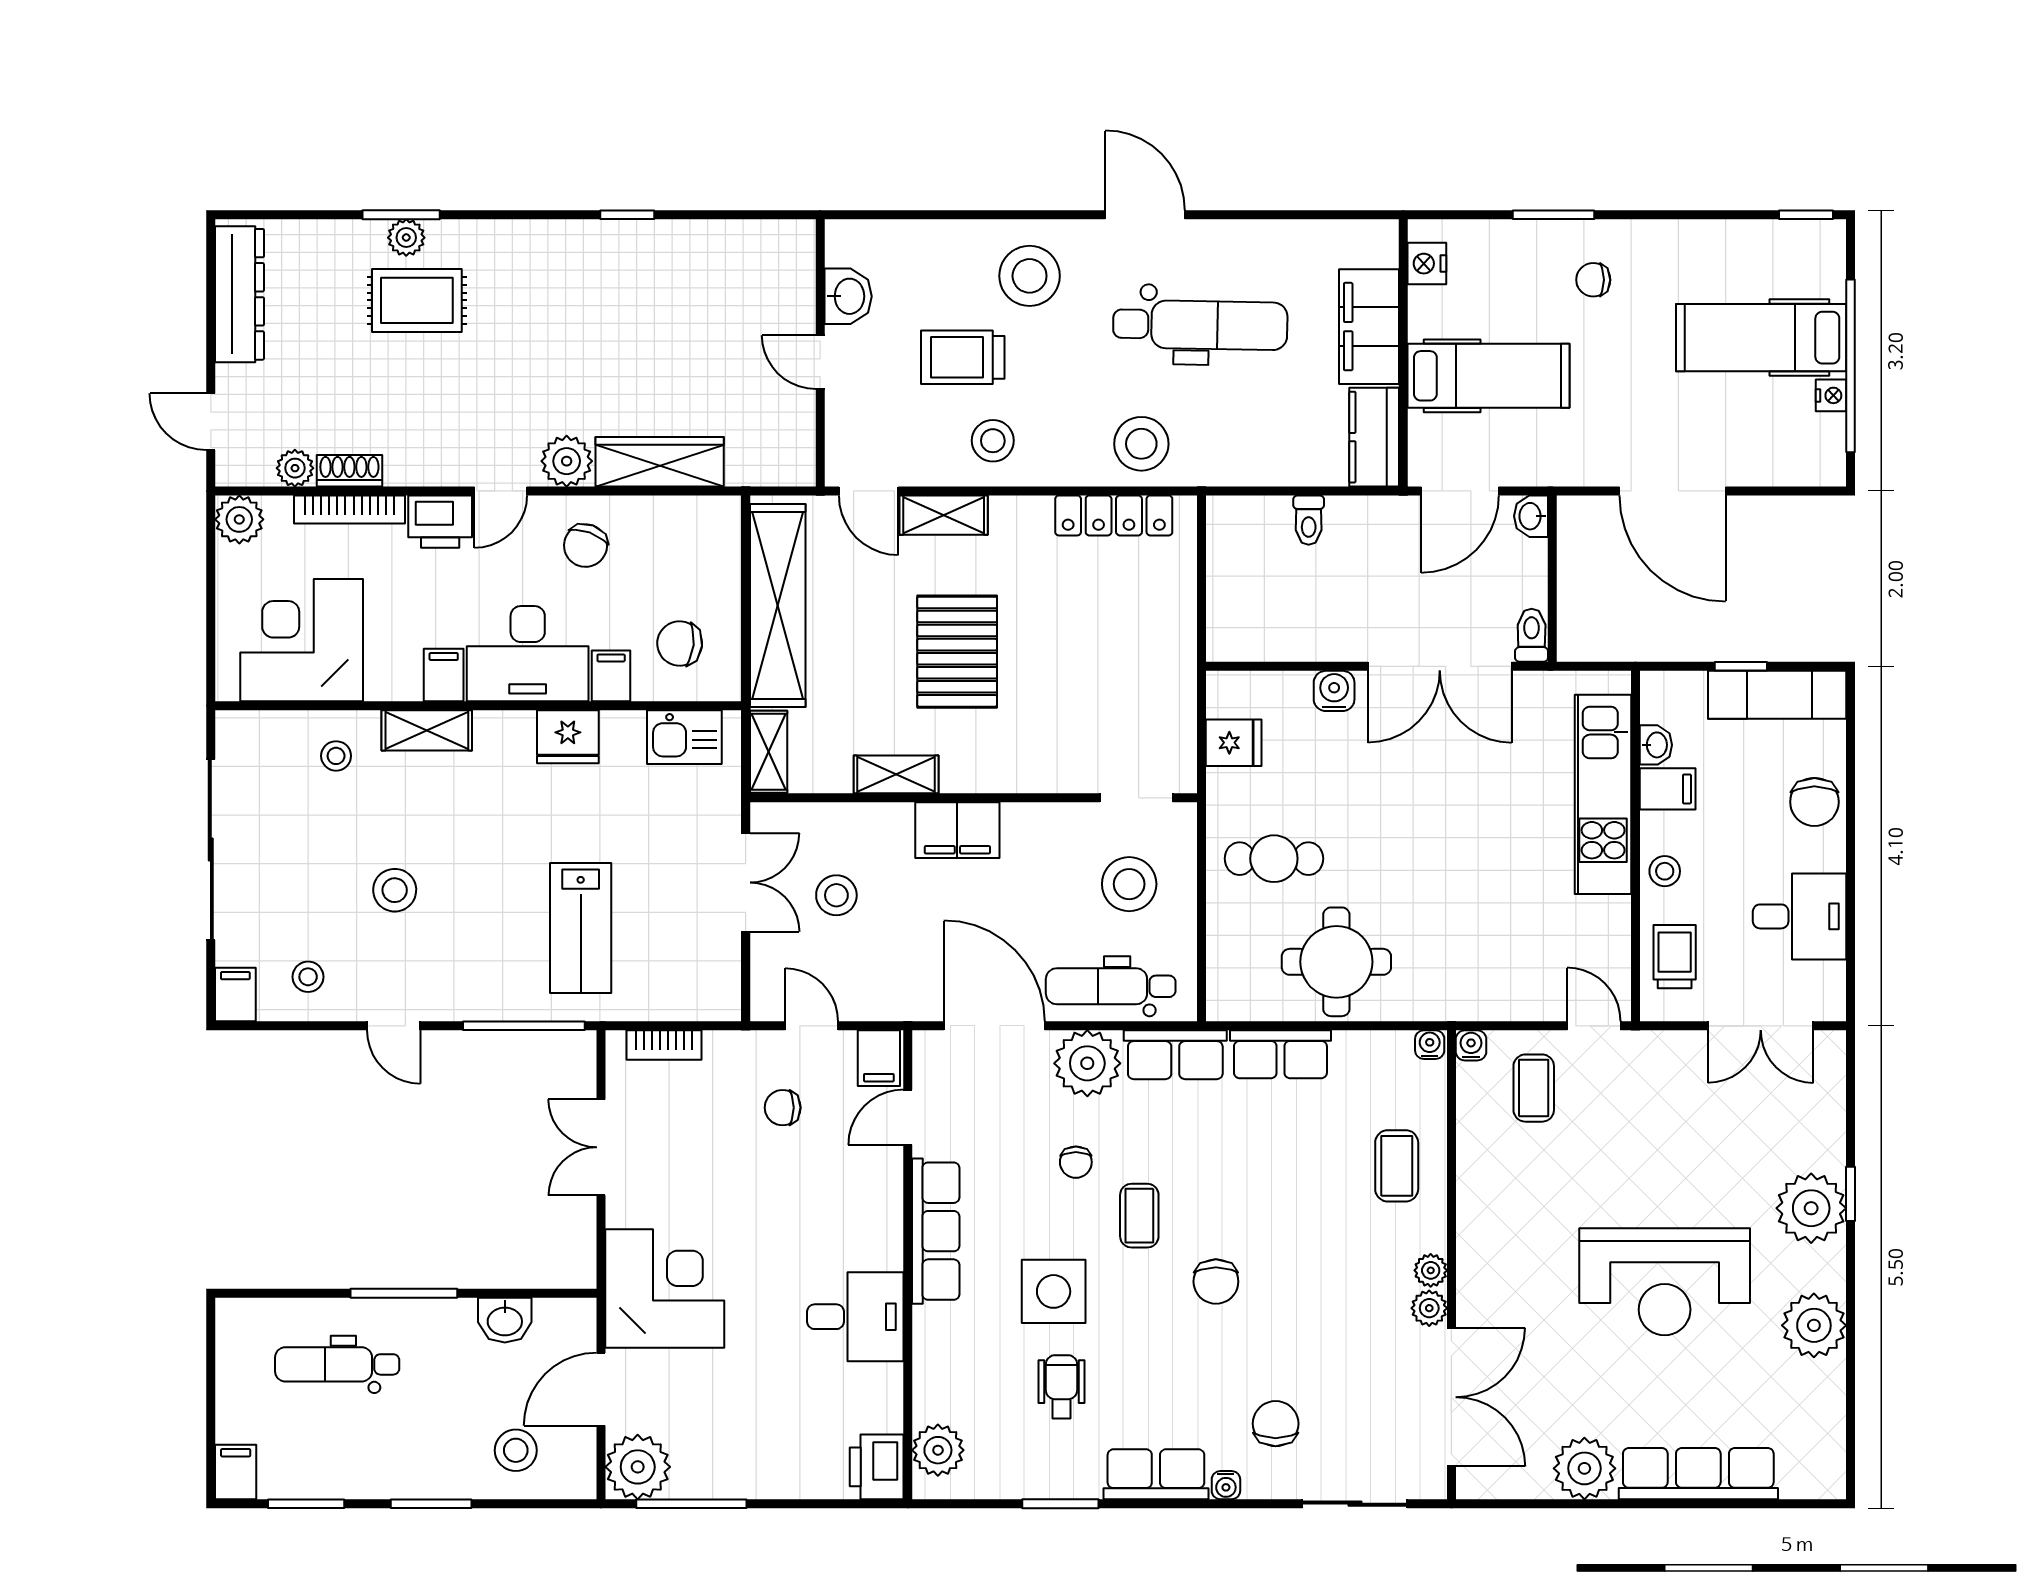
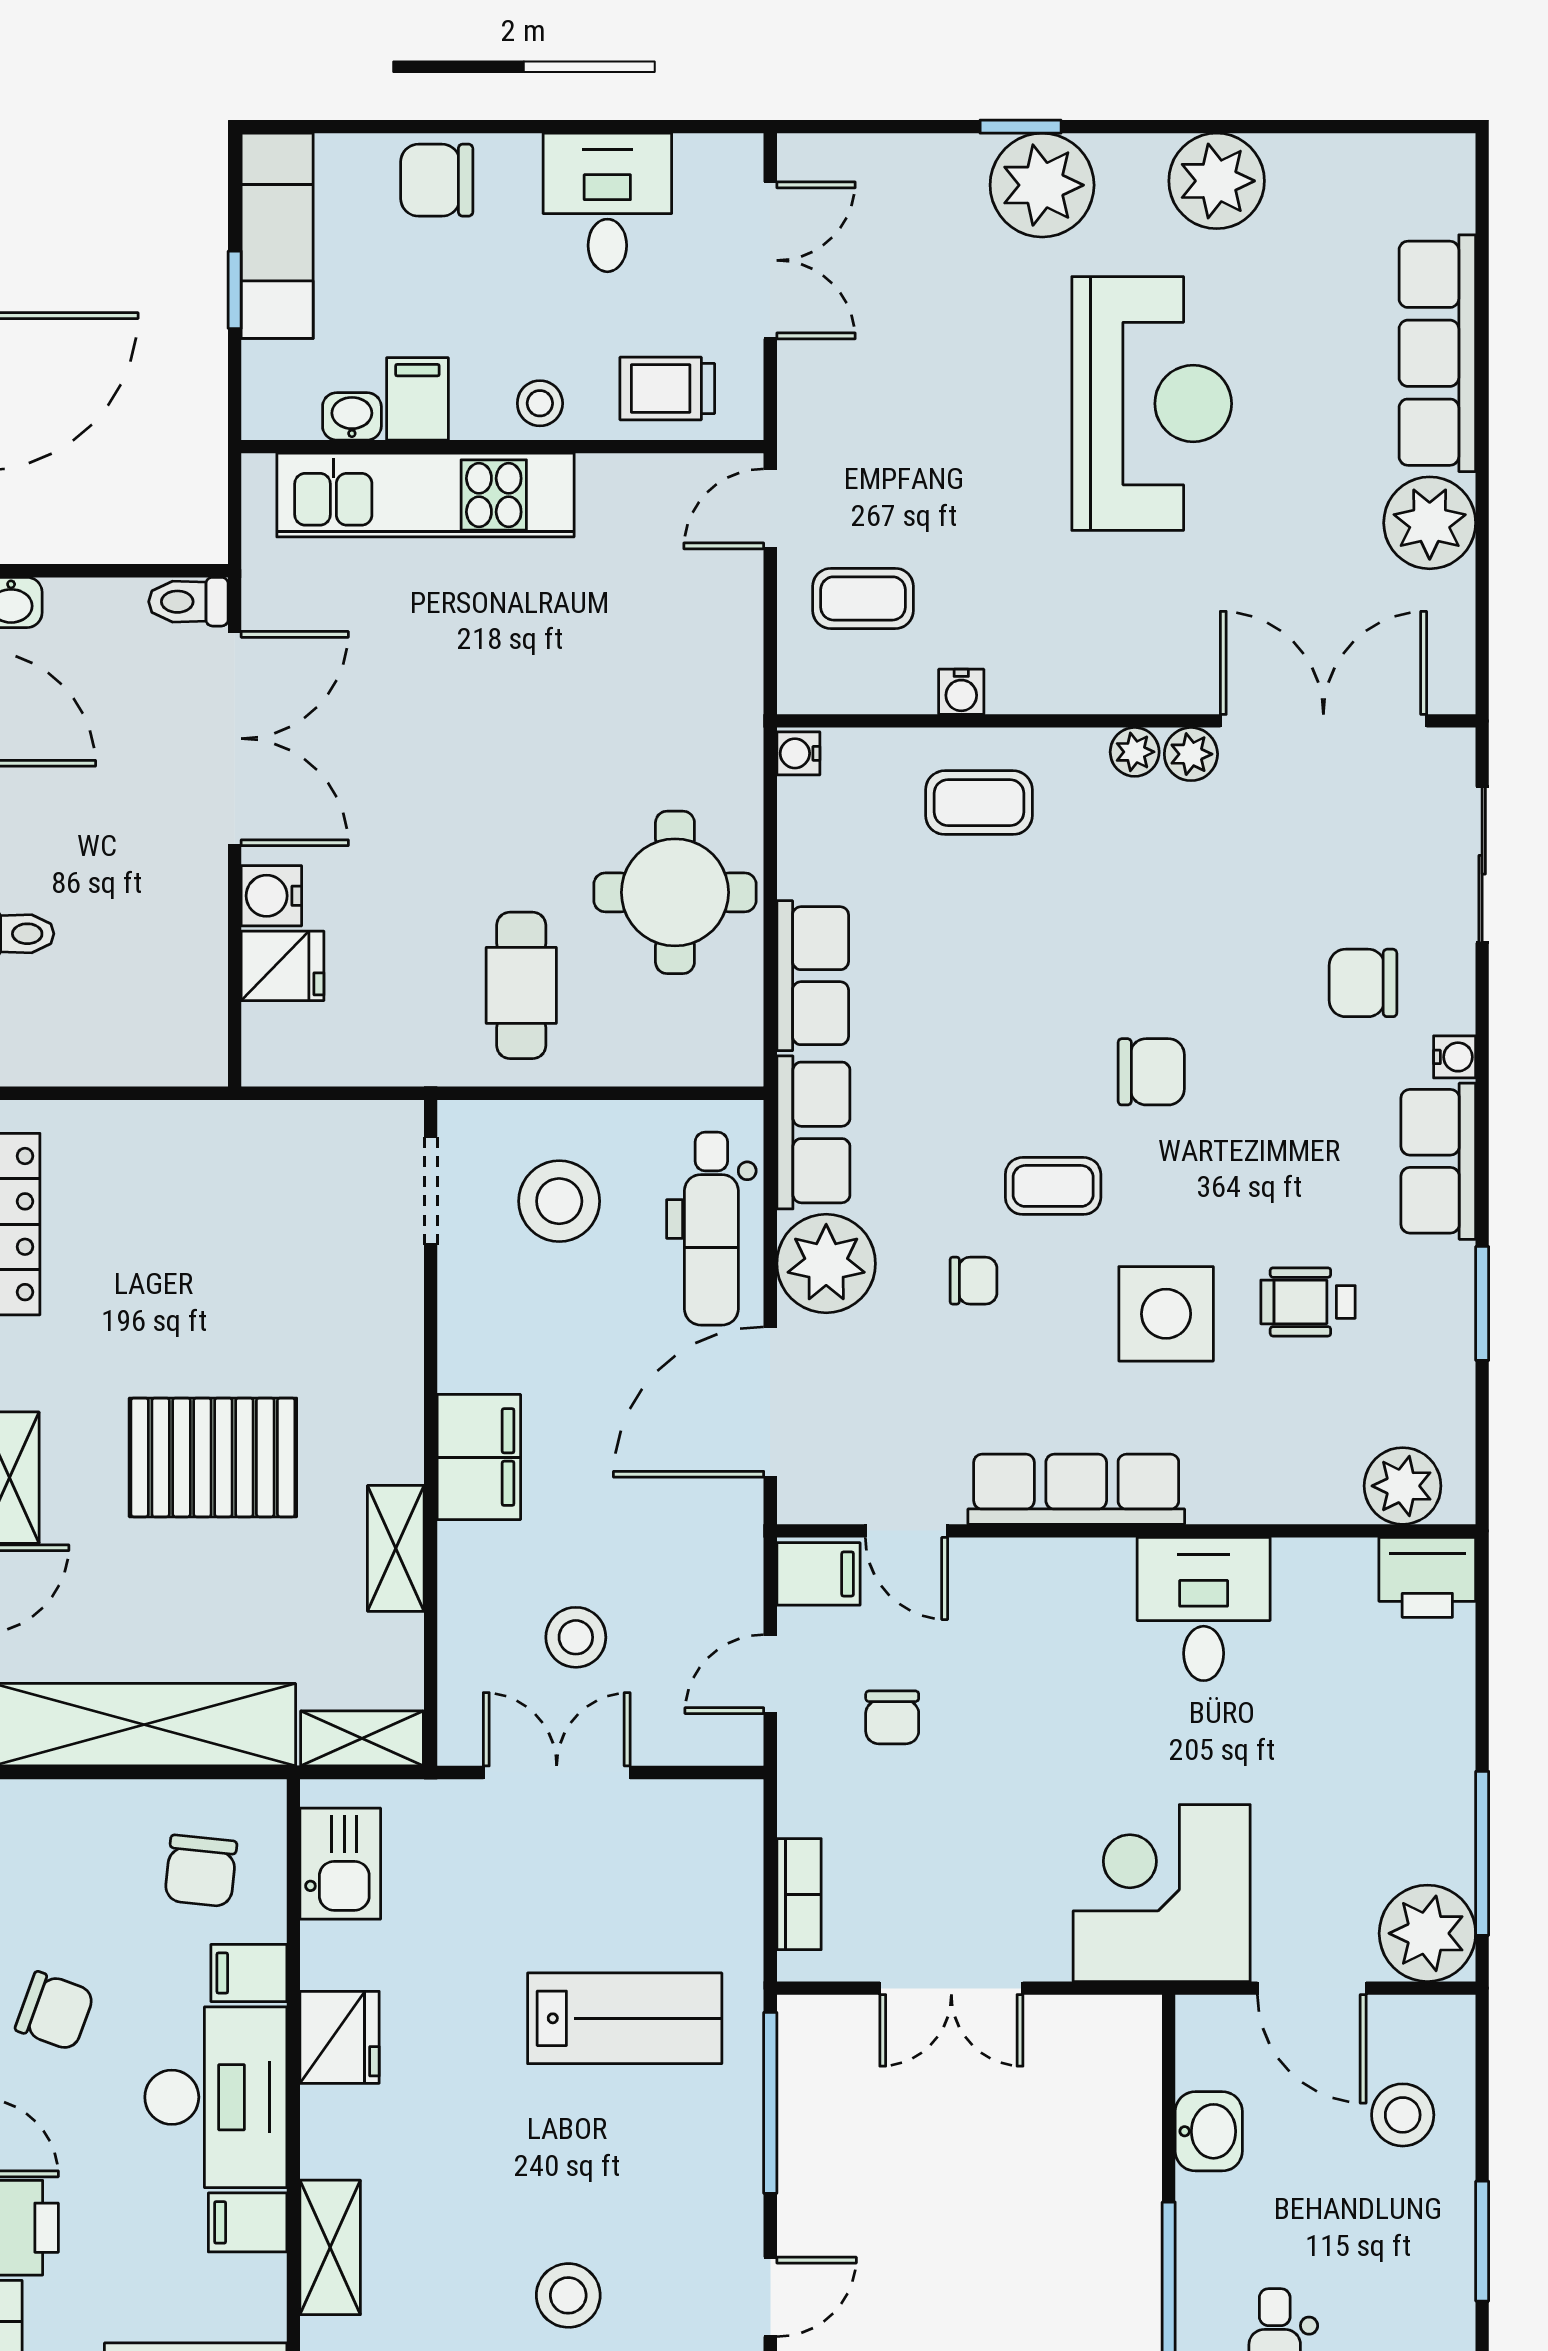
fridge: (1234, 743) -> (283, 966), moved, turned 90
chair: (1814, 802) -> (437, 180), turned 180
water cooler: (1471, 1045) -> (961, 692), moved, turned -90

